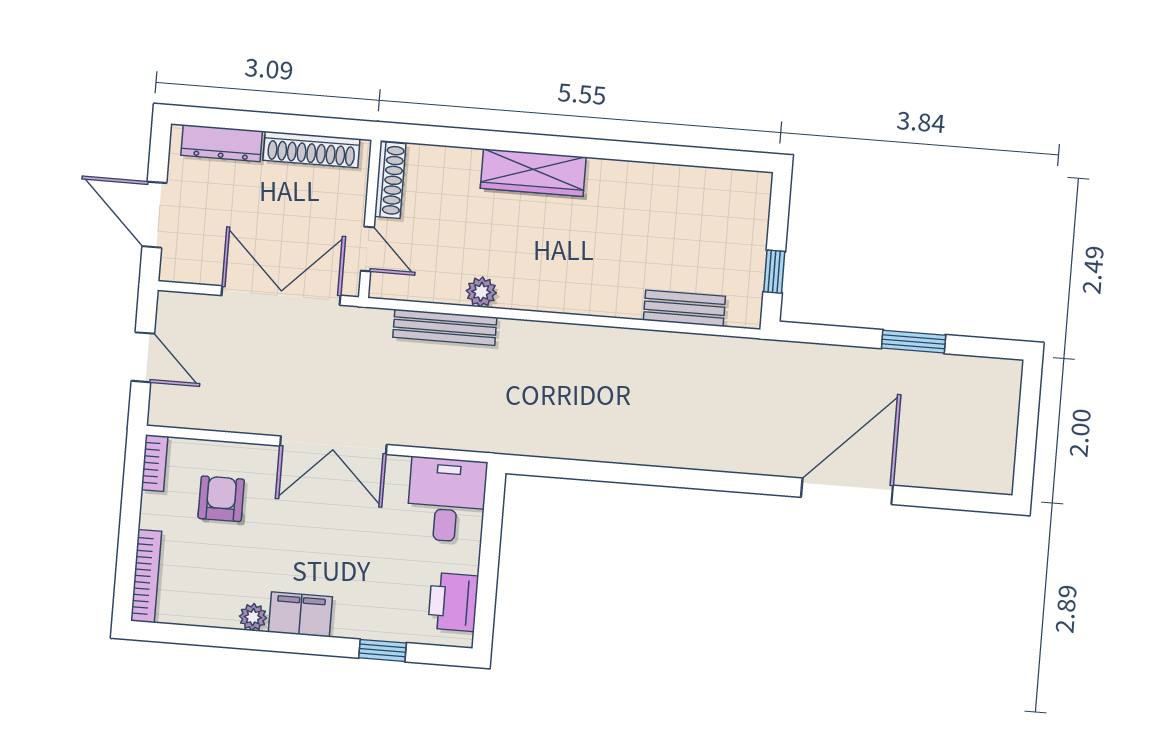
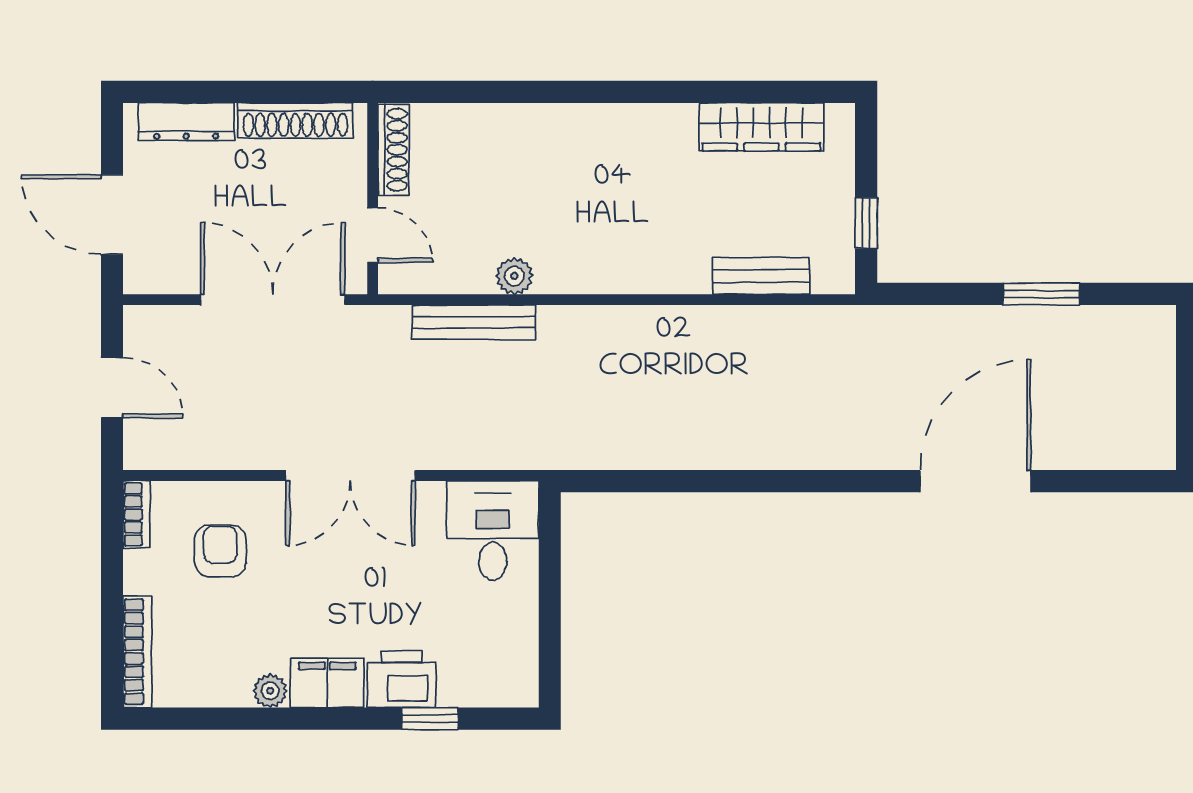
wardrobe: (533, 173) -> (761, 127), moved
printer: (453, 602) -> (402, 679), moved, turned 90

